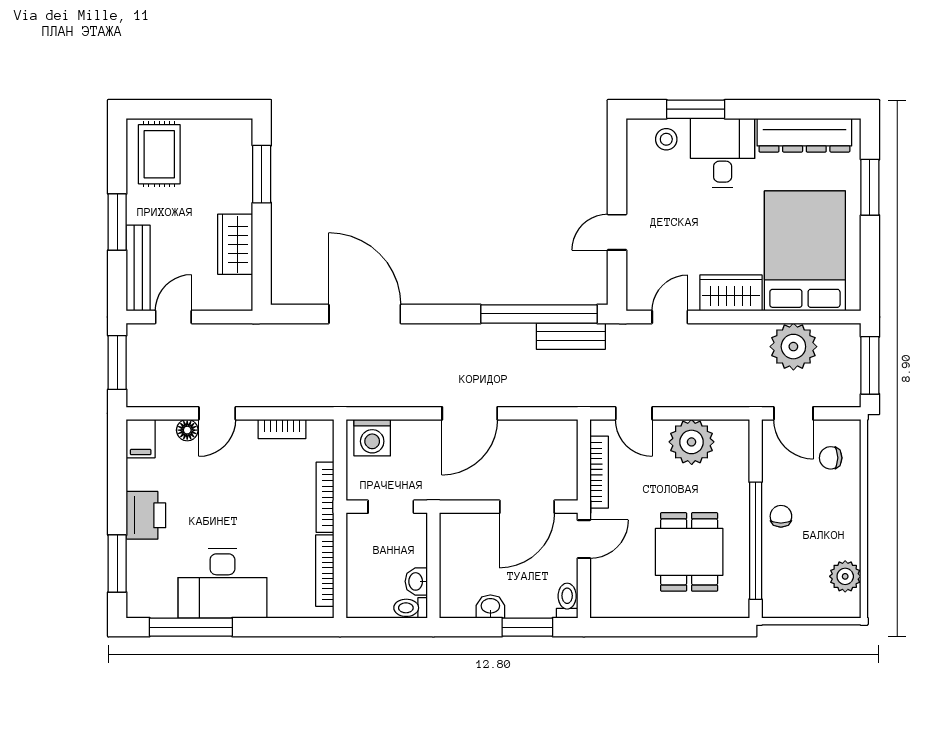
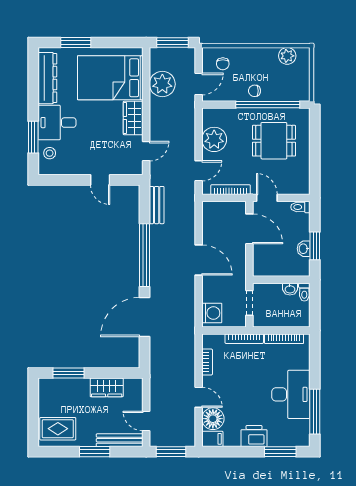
window: (539, 314) -> (145, 255), moved
door: (670, 317) -> (146, 151), swing flipped
floor lamp: (187, 430) -> (213, 419), width x1.89, depth x1.89
window: (527, 627) -> (315, 246), moved

